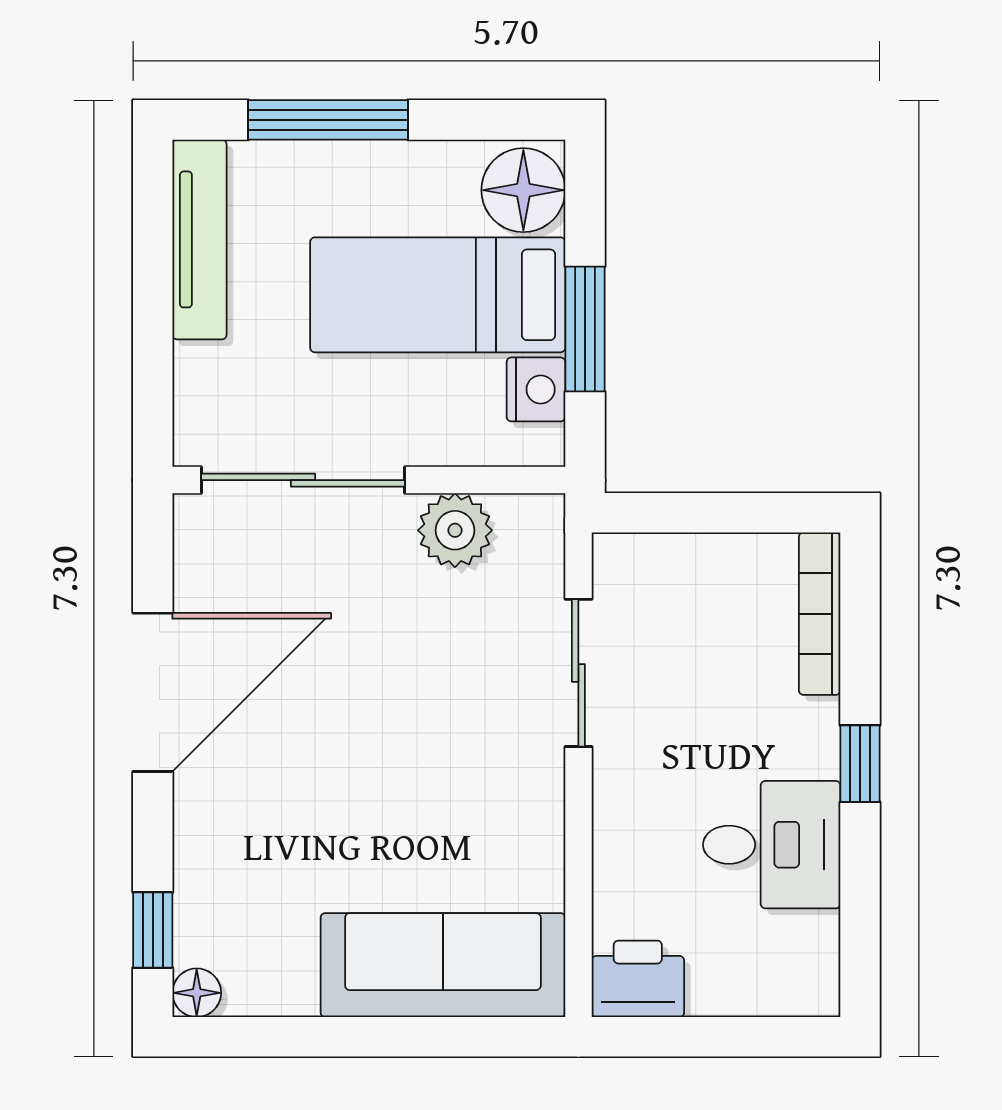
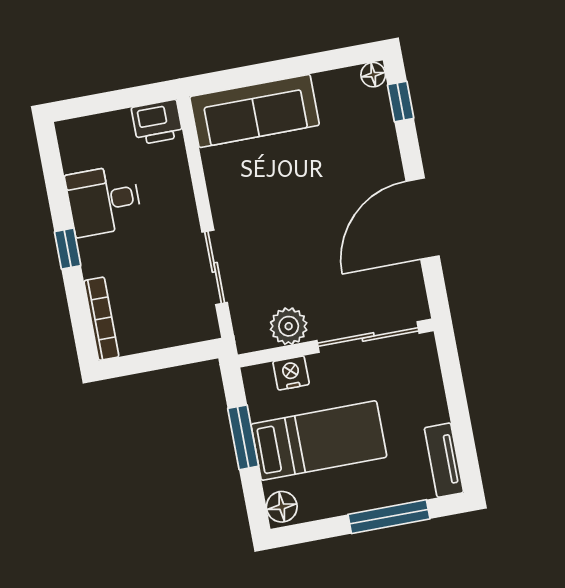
floor lamp: (523, 190) -> (282, 507), width x0.73, depth x0.73
tv unit: (199, 239) -> (444, 460), width x0.71
nightstand: (536, 389) -> (291, 373), moved, turned 90

